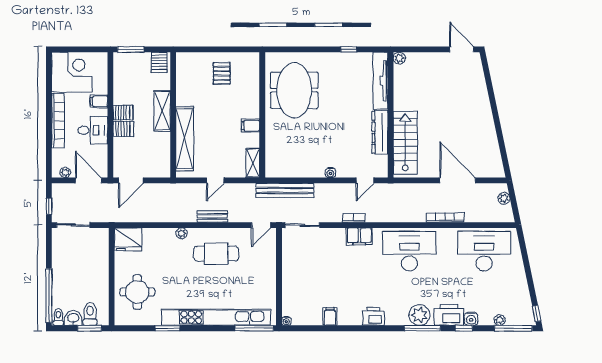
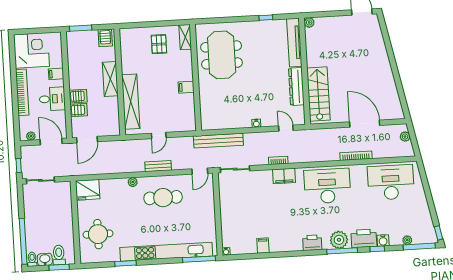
server rack: (123, 113) -> (79, 110), moved
shelving: (253, 163) -> (185, 37), moved
door: (365, 180) -> (286, 128), swing flipped
printer: (373, 316) -> (312, 243), moved

